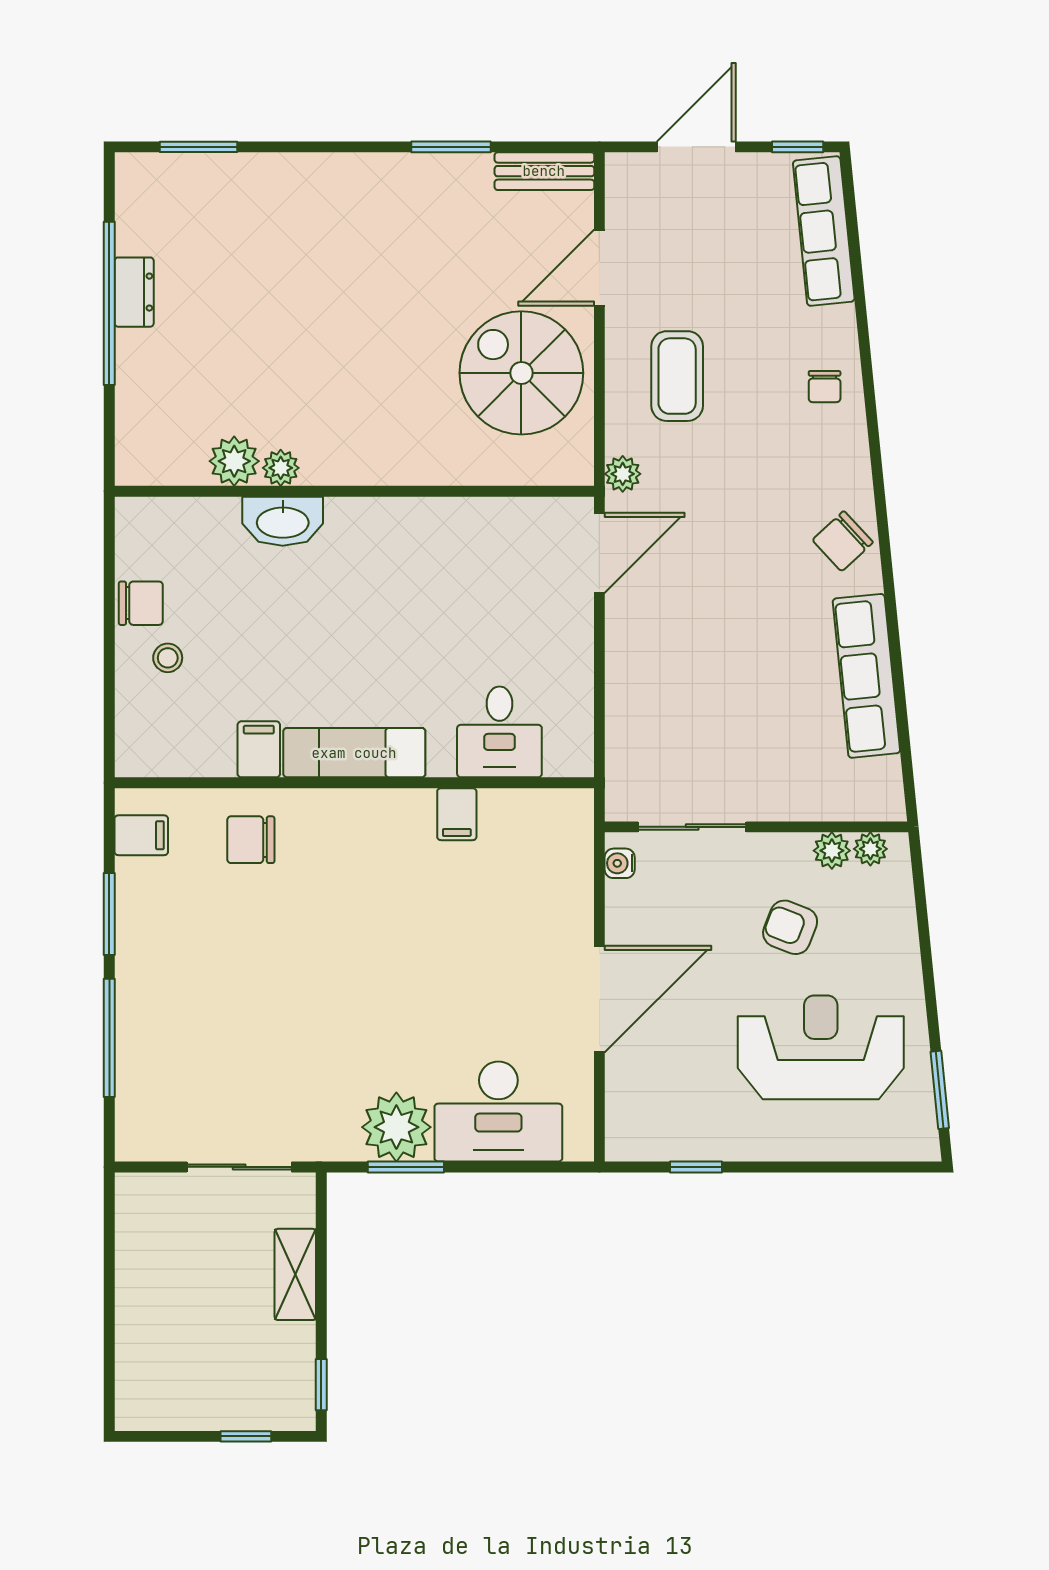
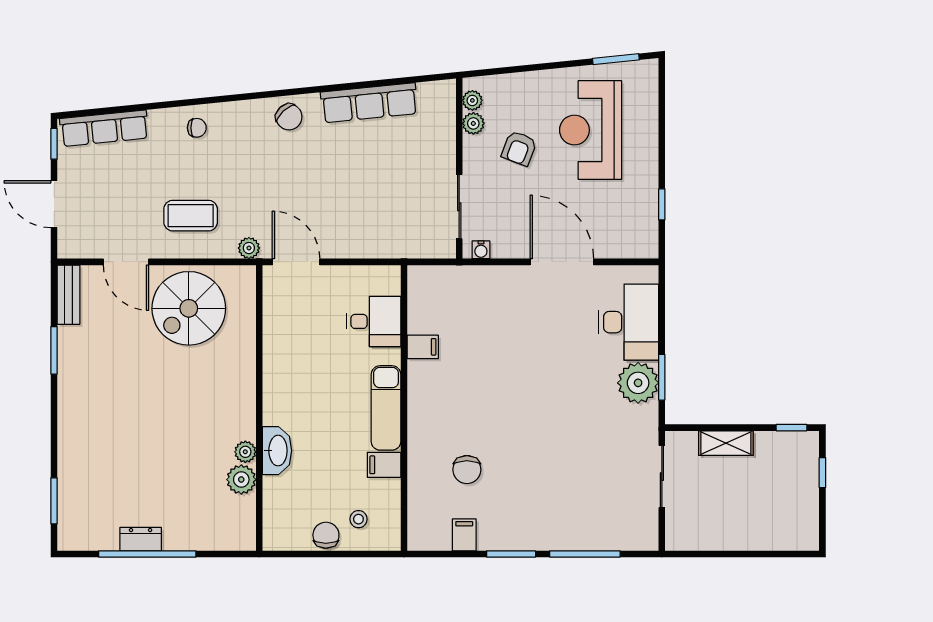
desk: (499, 732) -> (374, 321), moved
filing cabinet: (259, 749) -> (384, 465), moved
exam couch: (354, 753) -> (386, 408), moved
wall: (354, 783) -> (404, 408), moved
filing cabinet: (457, 814) -> (423, 347), moved

